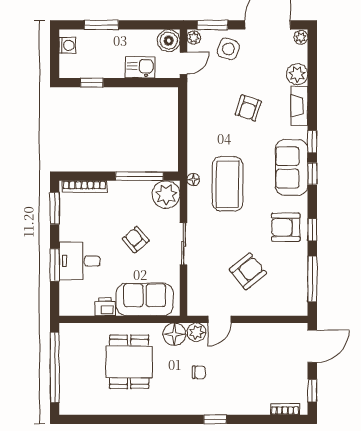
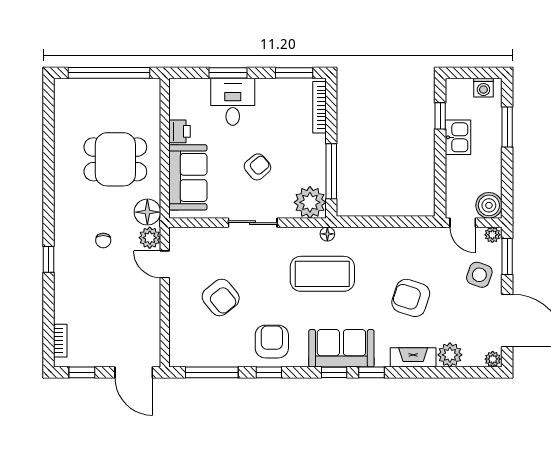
kitchen sink: (140, 67) -> (458, 137), moved
armchair: (248, 108) -> (411, 298), width x1.38, depth x1.38

